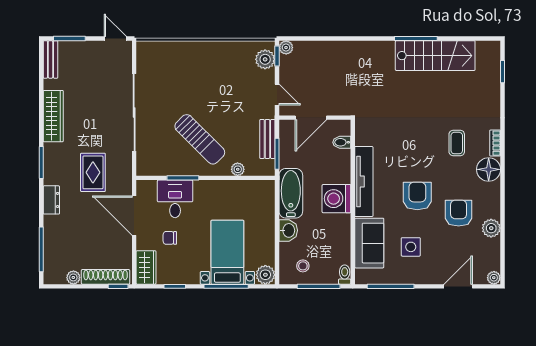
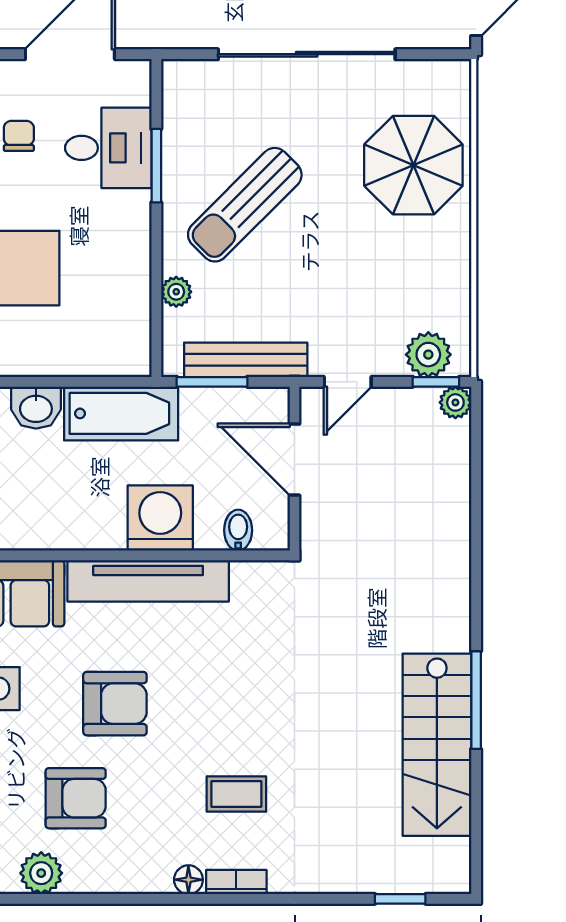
parasol: (183, 66) -> (413, 165), added
bench: (267, 139) -> (246, 360), width x1.36
floor lamp: (489, 169) -> (188, 880), width x0.53, depth x0.53
washing machine: (336, 199) -> (160, 518), moved

